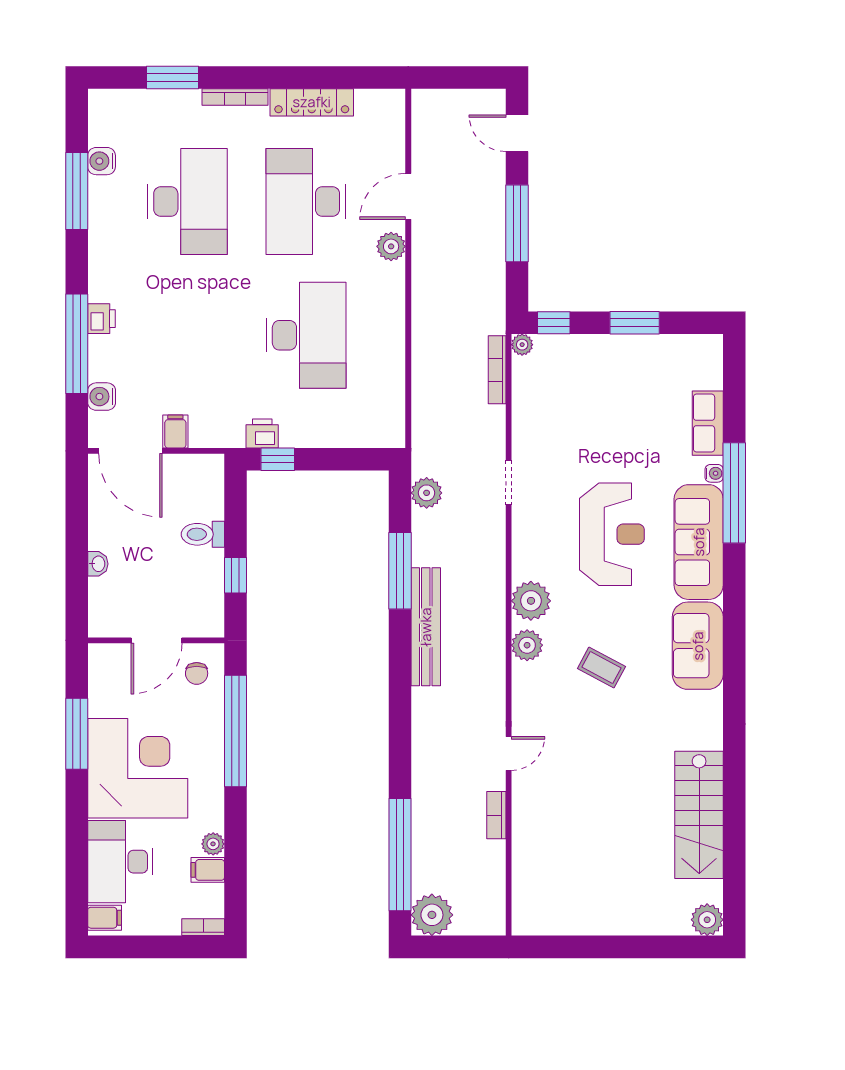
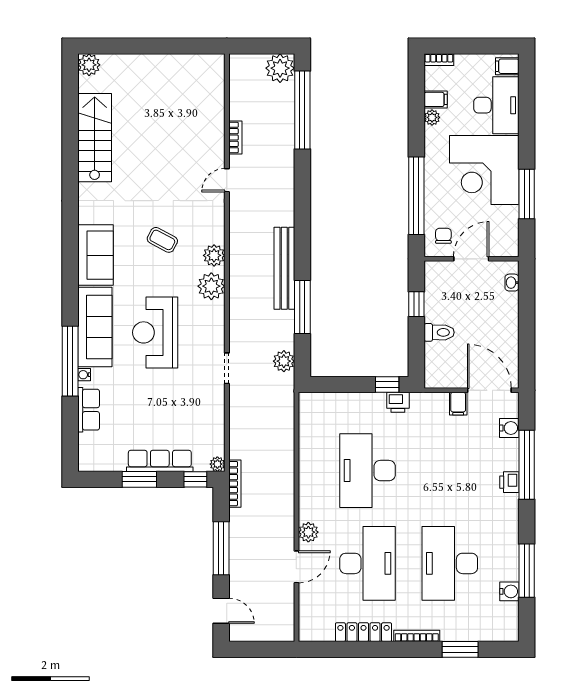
row of seats: (605, 349) -> (160, 461), added
bookcase: (497, 370) -> (235, 484), moved
washbasin: (98, 564) -> (512, 283), moved

